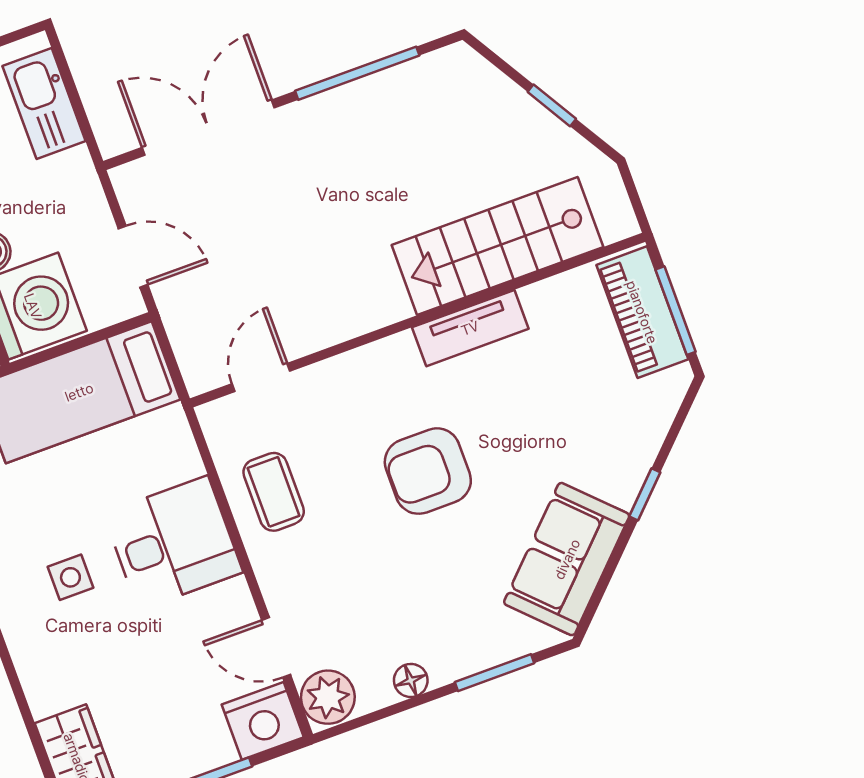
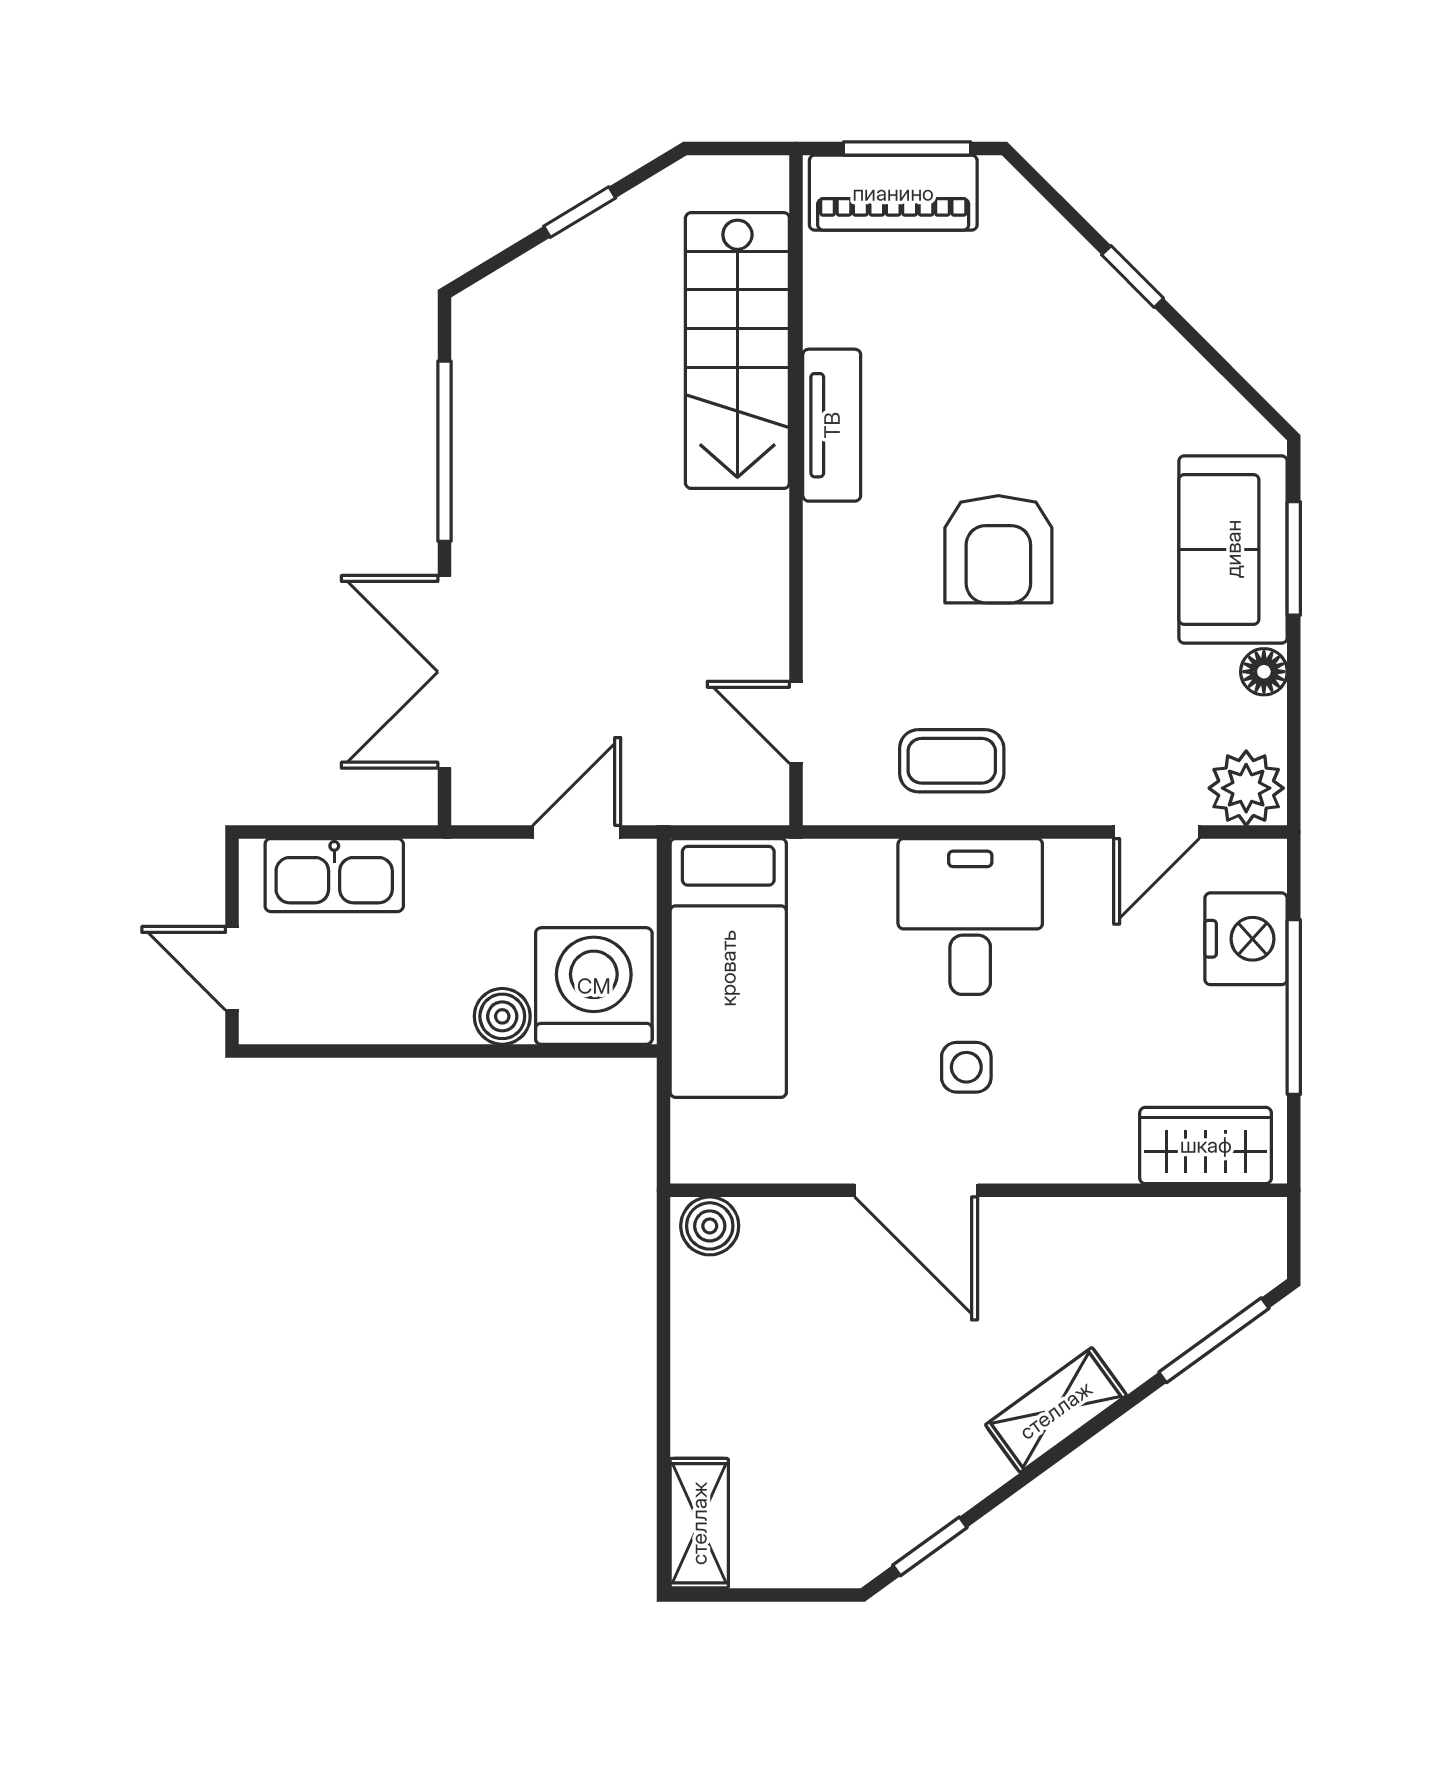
sofa: (567, 559) -> (1233, 549), moved, turned 45
nightstand: (263, 721) -> (1246, 939), moved

